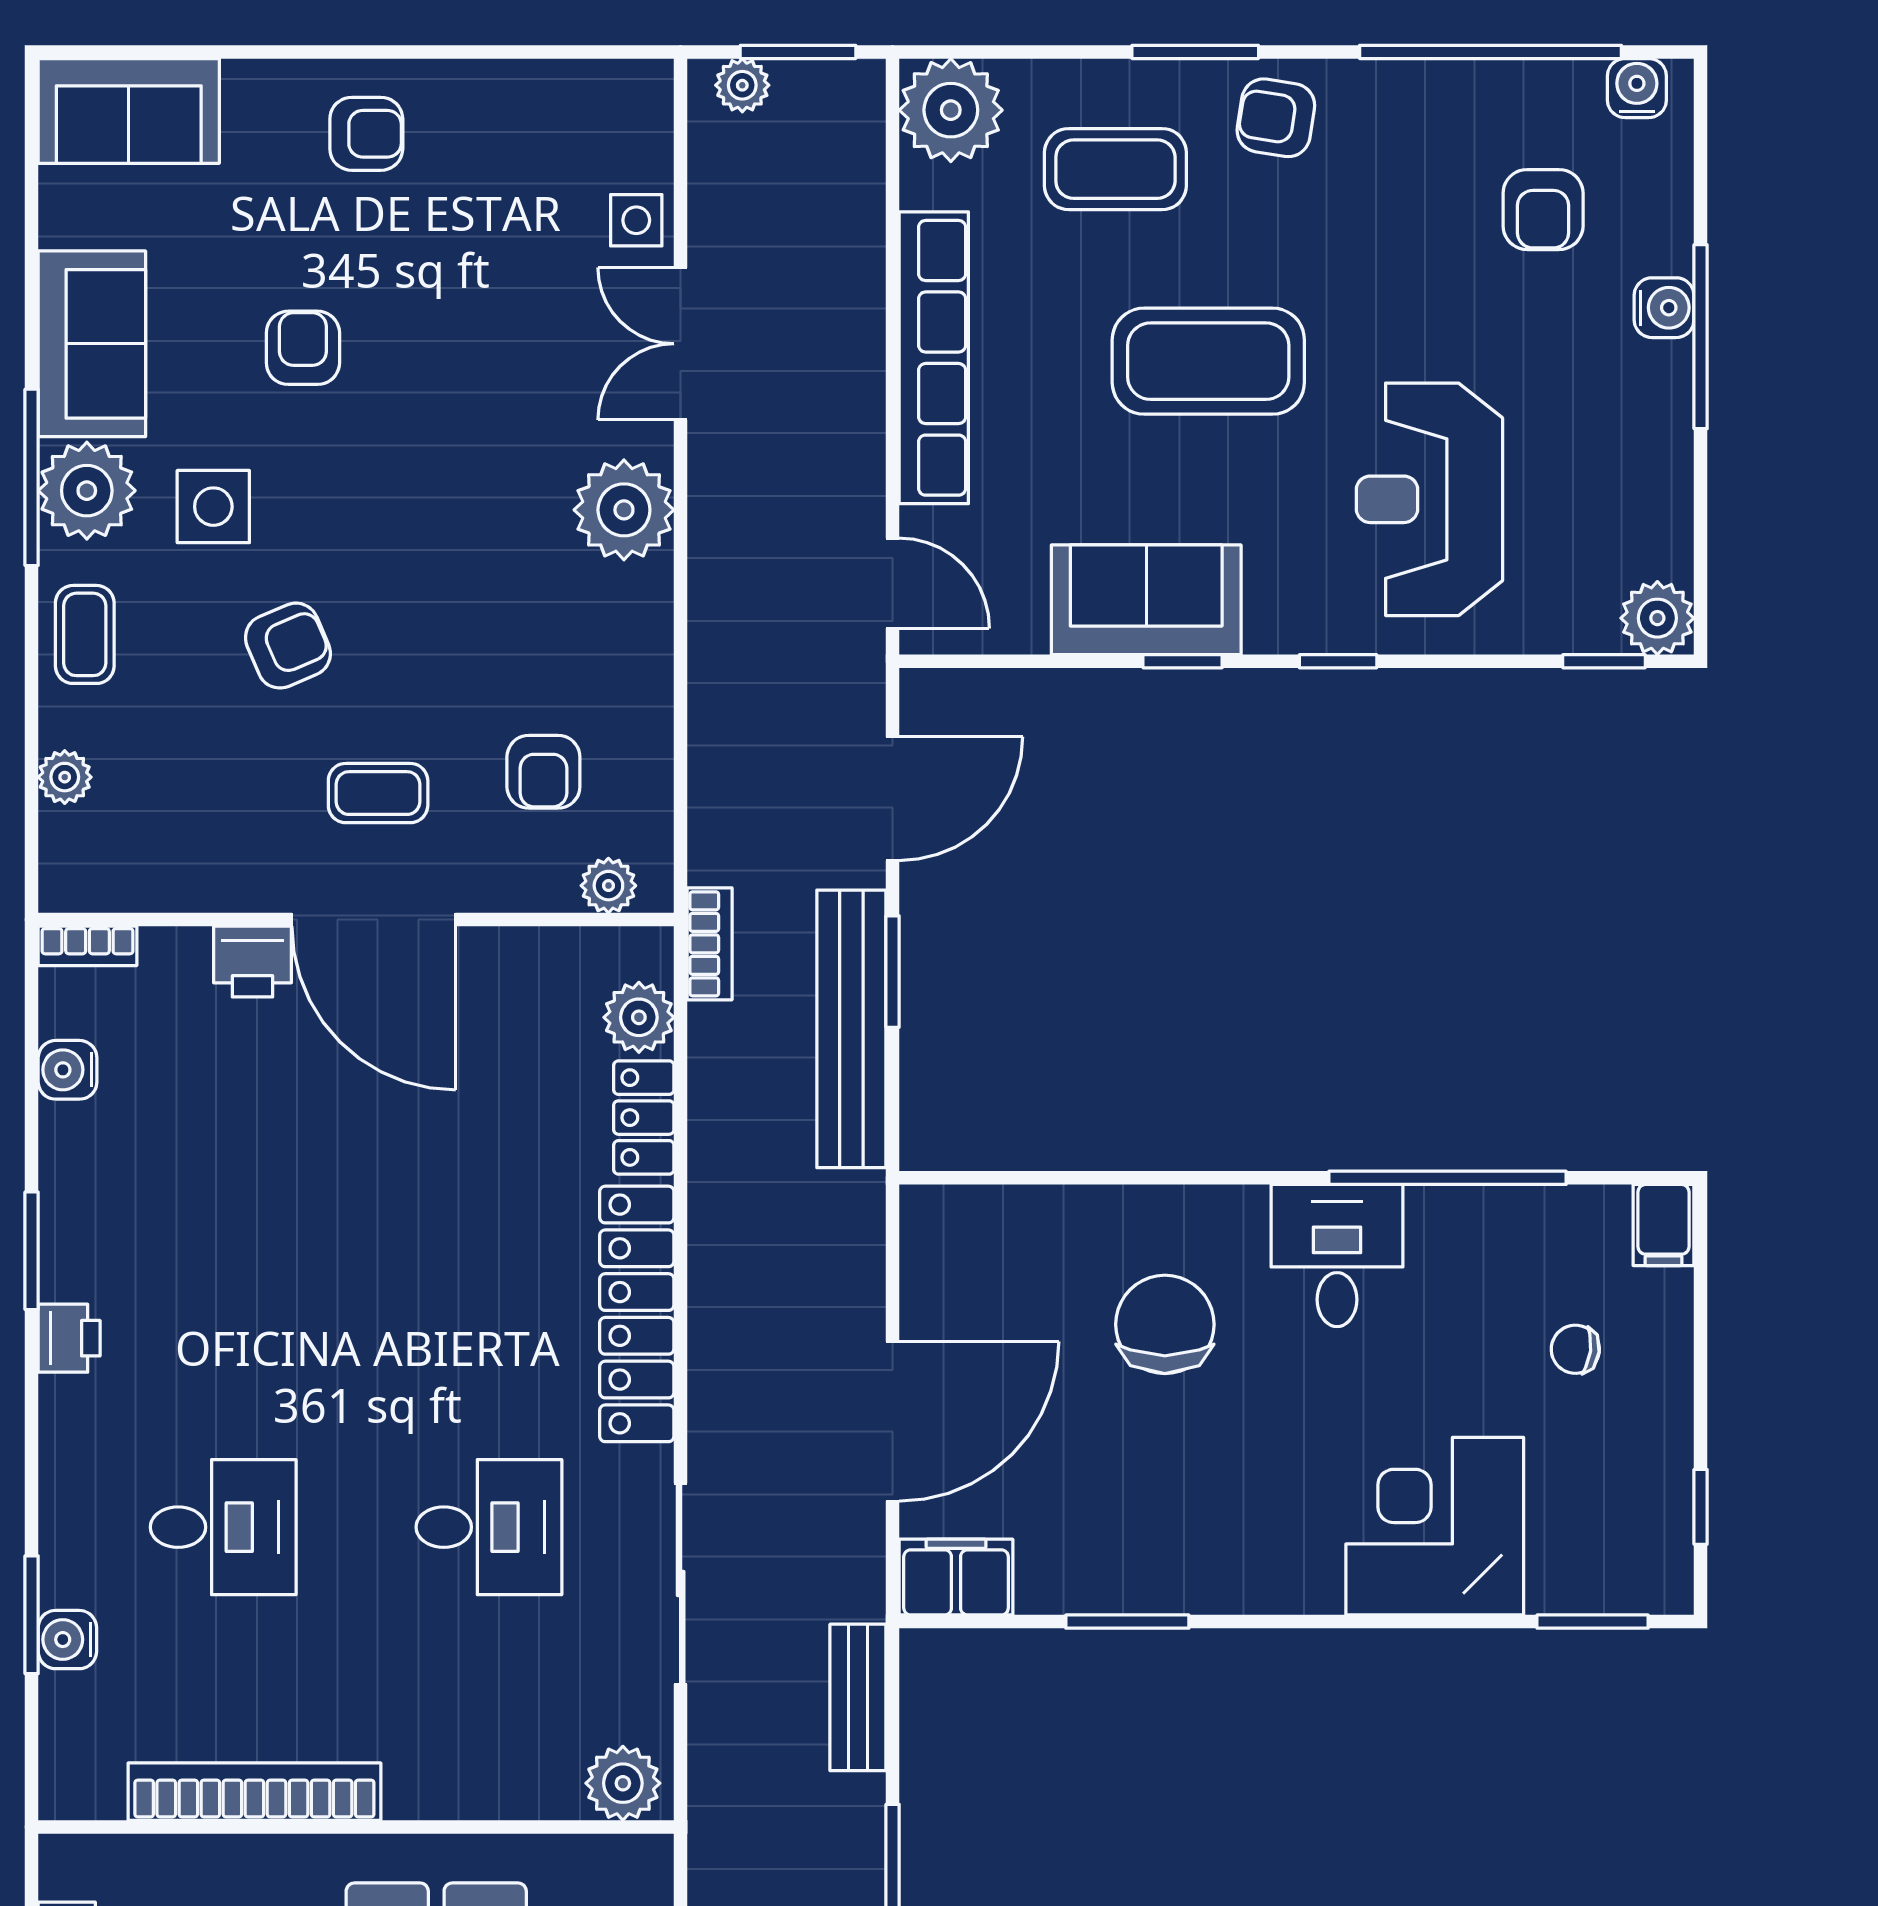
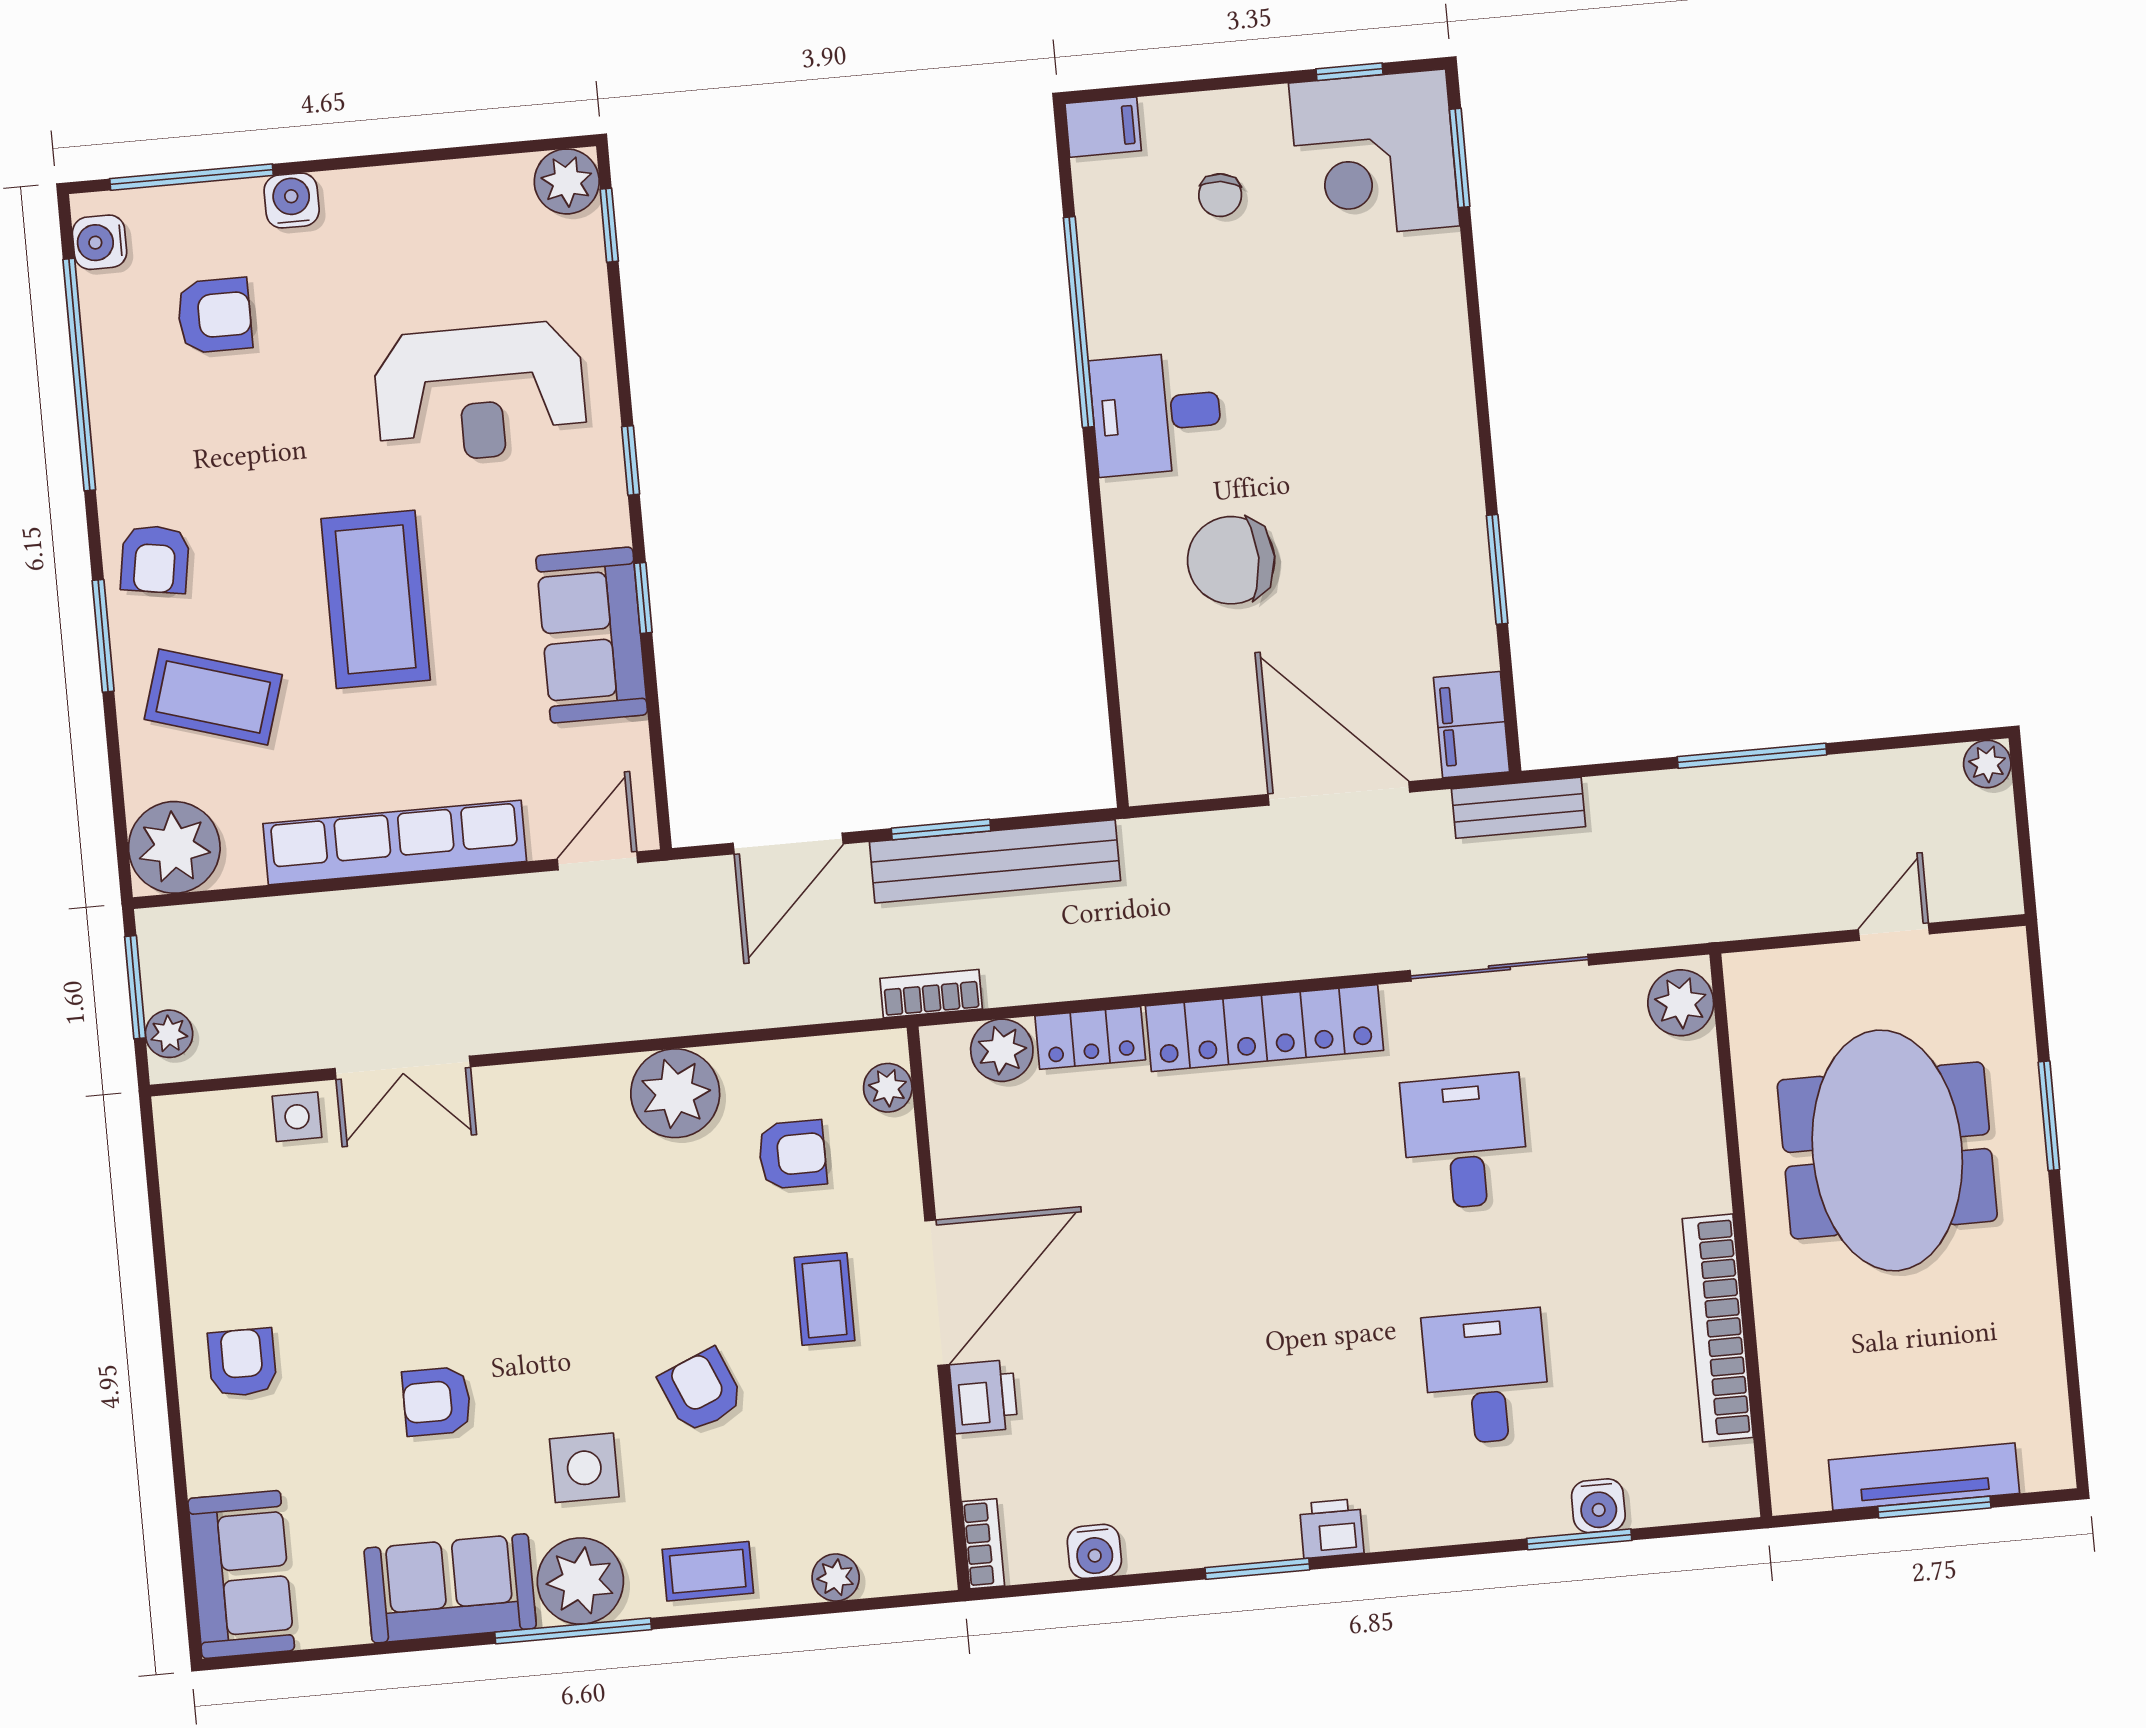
coffee table: (1115, 169) -> (213, 697), turned -73
window: (1701, 337) -> (191, 177), moved
plant: (624, 510) -> (675, 1093), moved
door: (893, 799) -> (788, 843), swing flipped
corner desk: (1435, 1526) -> (1374, 155), moved
bench: (858, 1697) -> (1518, 808), moved

